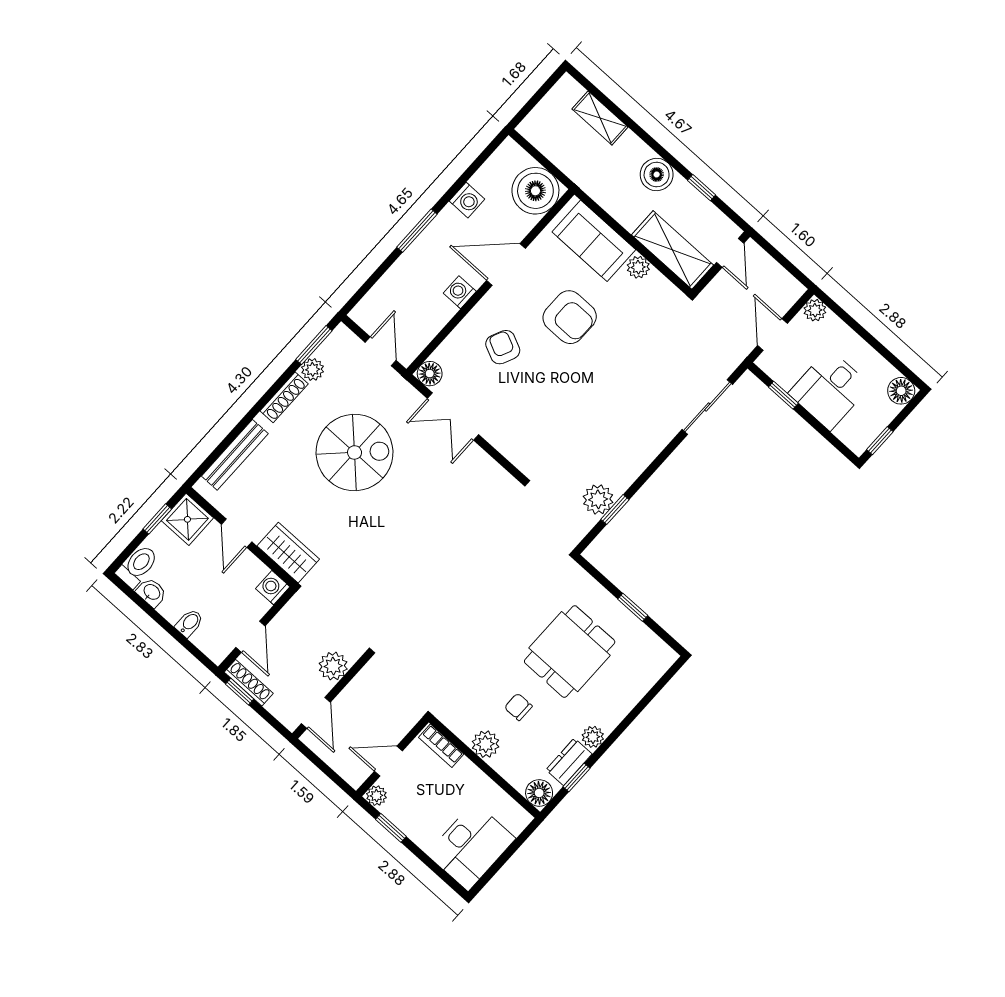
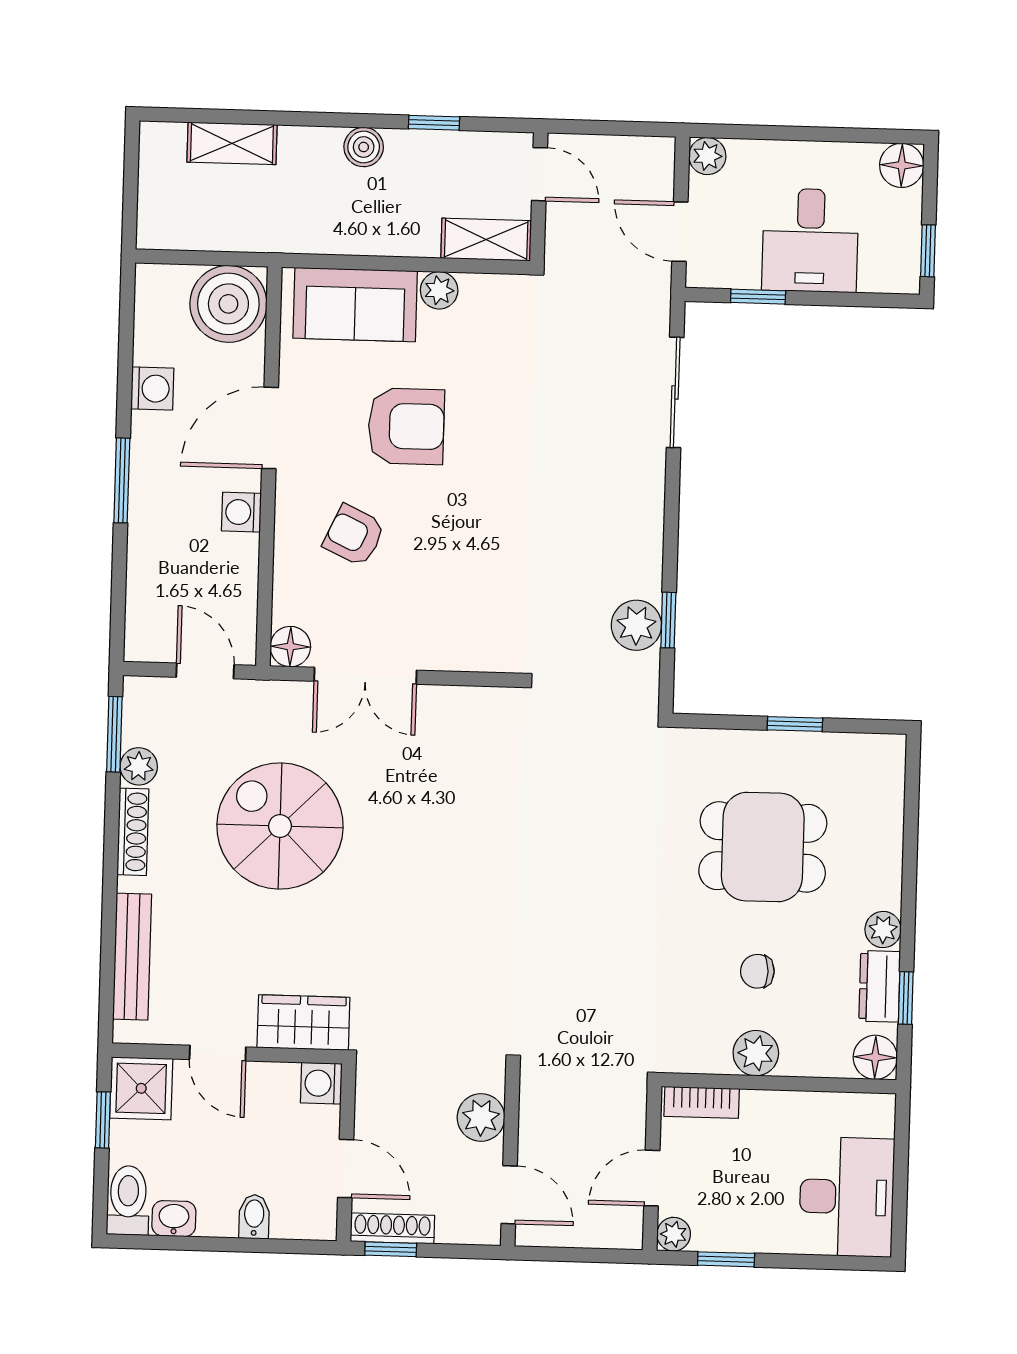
boiler: (657, 174) -> (364, 147), width x0.73, depth x0.73
shelving: (673, 250) -> (486, 240), width x0.67, depth x0.75
spiral stairs: (355, 452) -> (280, 826), turned -90
dining table: (570, 652) -> (763, 847), turned 90

